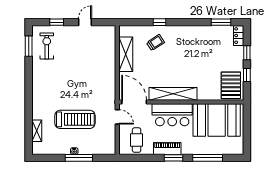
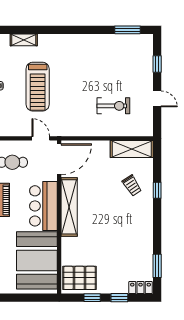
exercise bike: (47, 46) -> (113, 106), moved
shelving: (126, 54) -> (132, 149), moved
door: (117, 117) -> (41, 138), swing flipped

